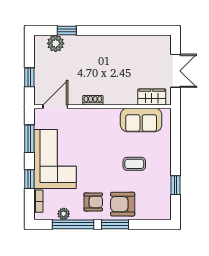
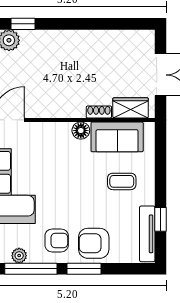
shoe rack: (93, 100) -> (99, 112), moved
floor lamp: (112, 115) -> (81, 131), added
coffee table: (134, 164) -> (122, 181), moved
tv unit: (165, 197) -> (147, 234), added

